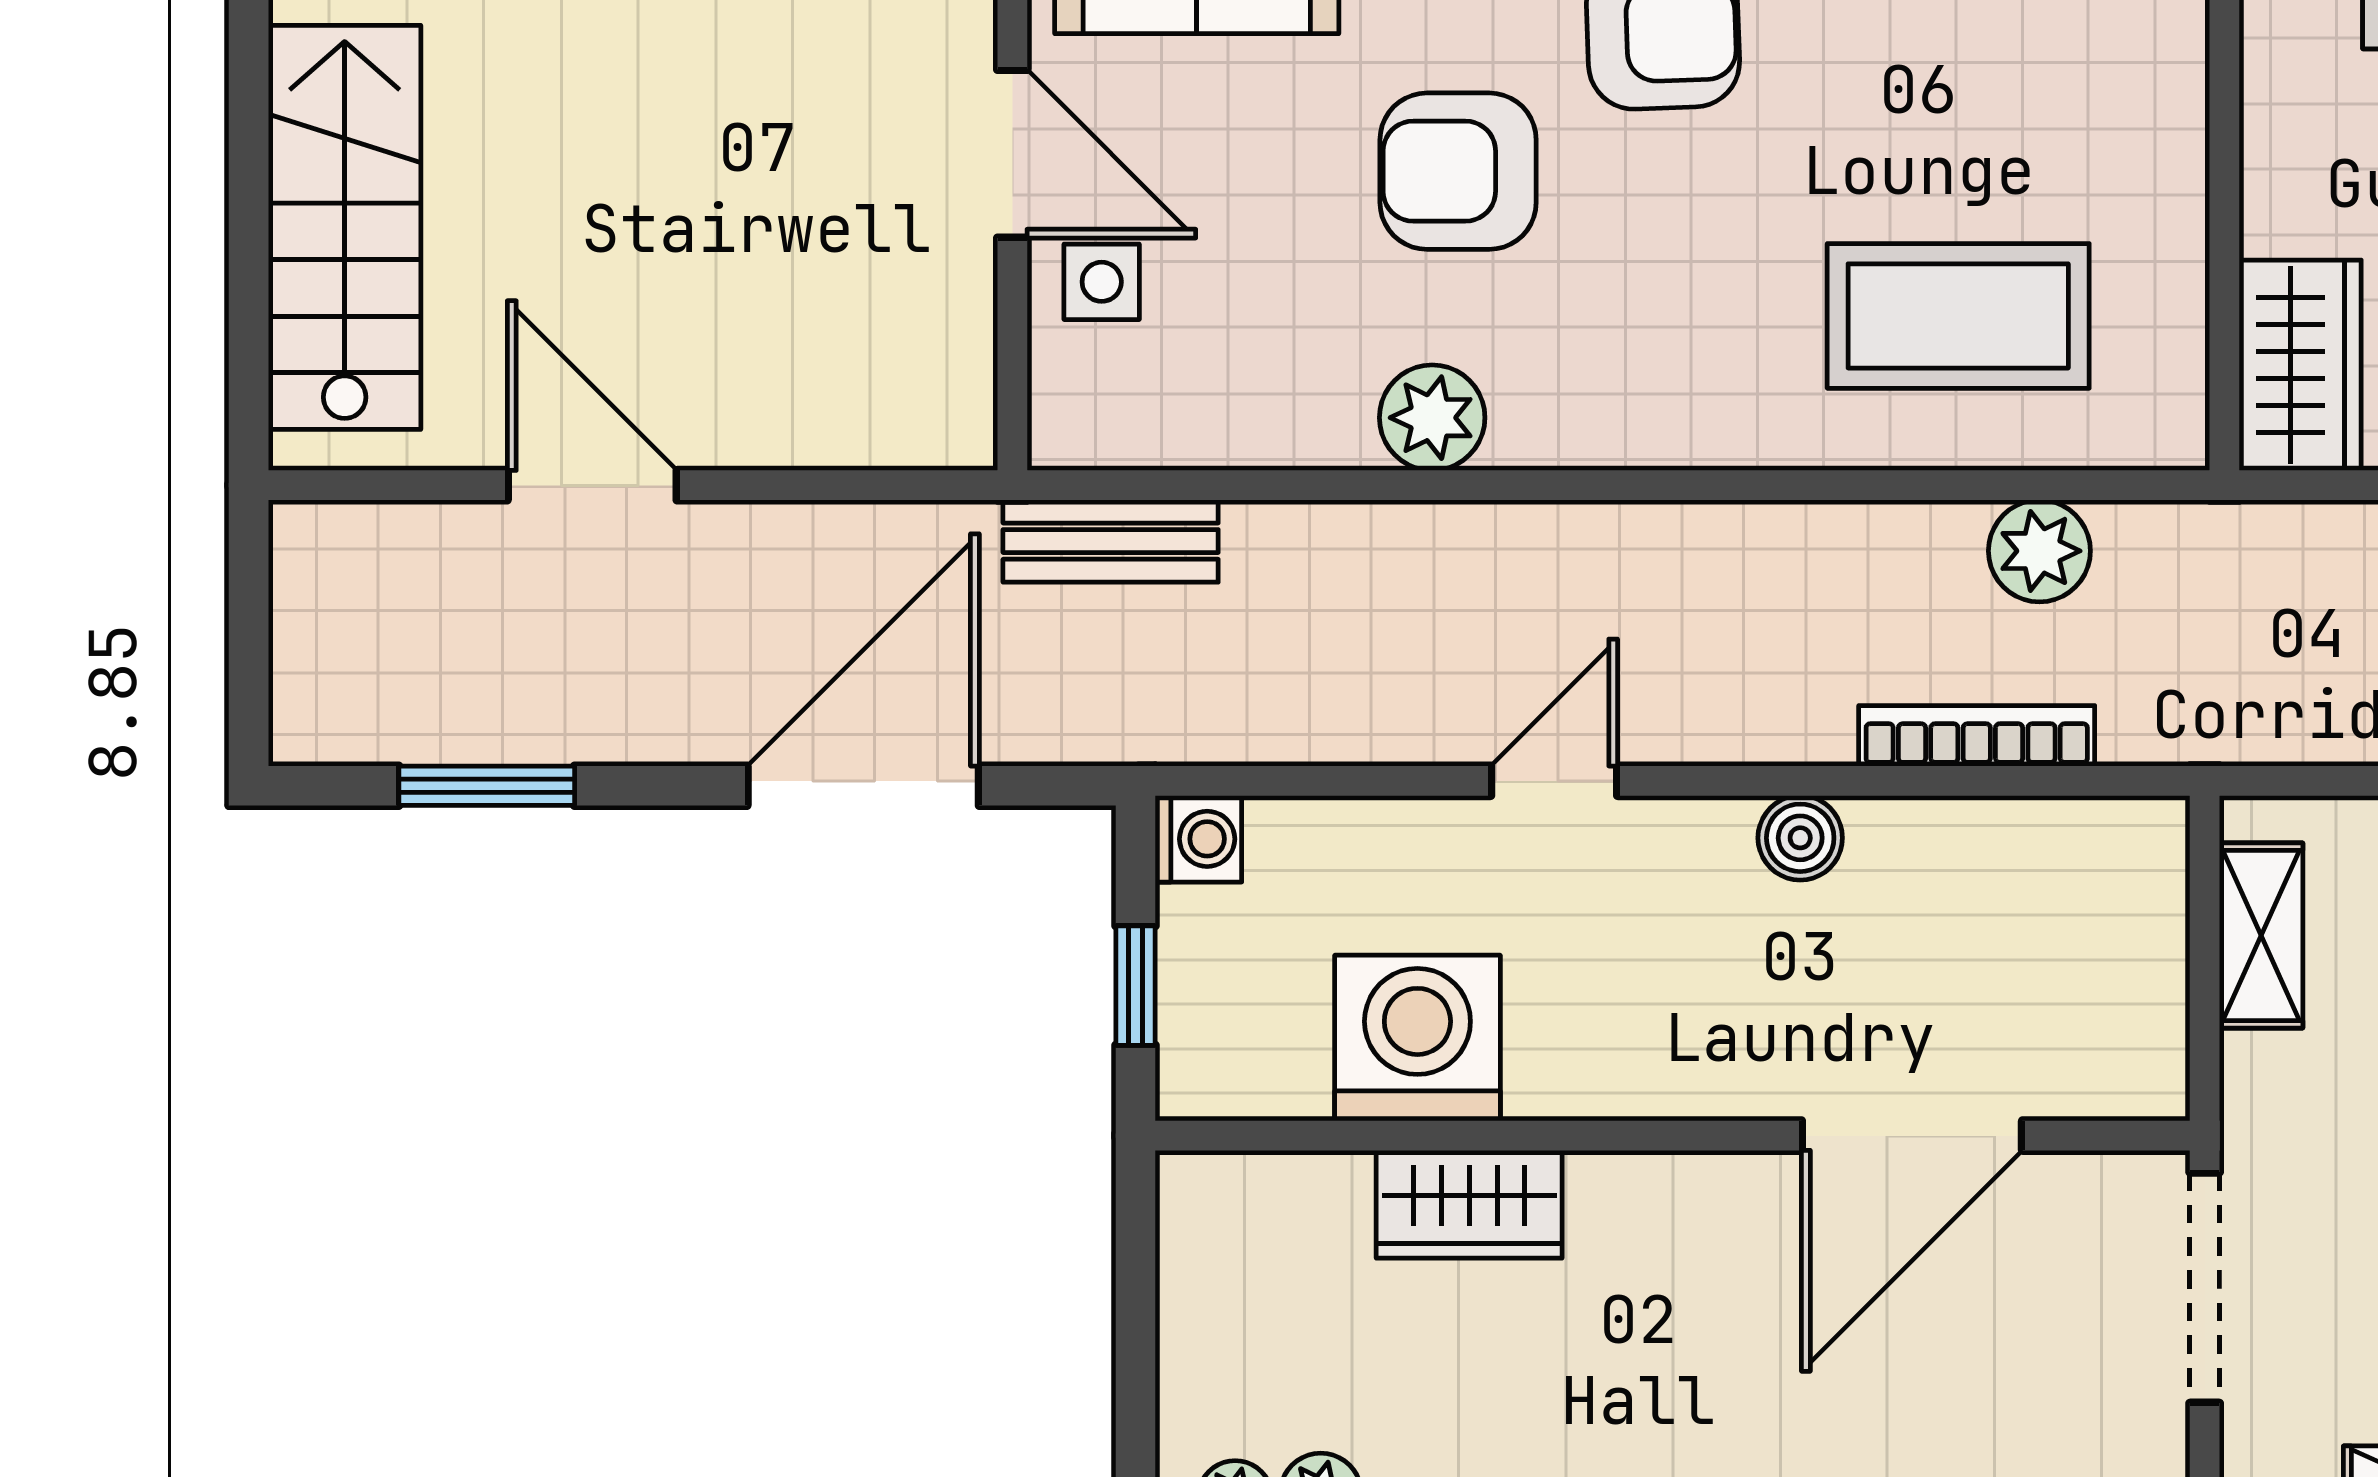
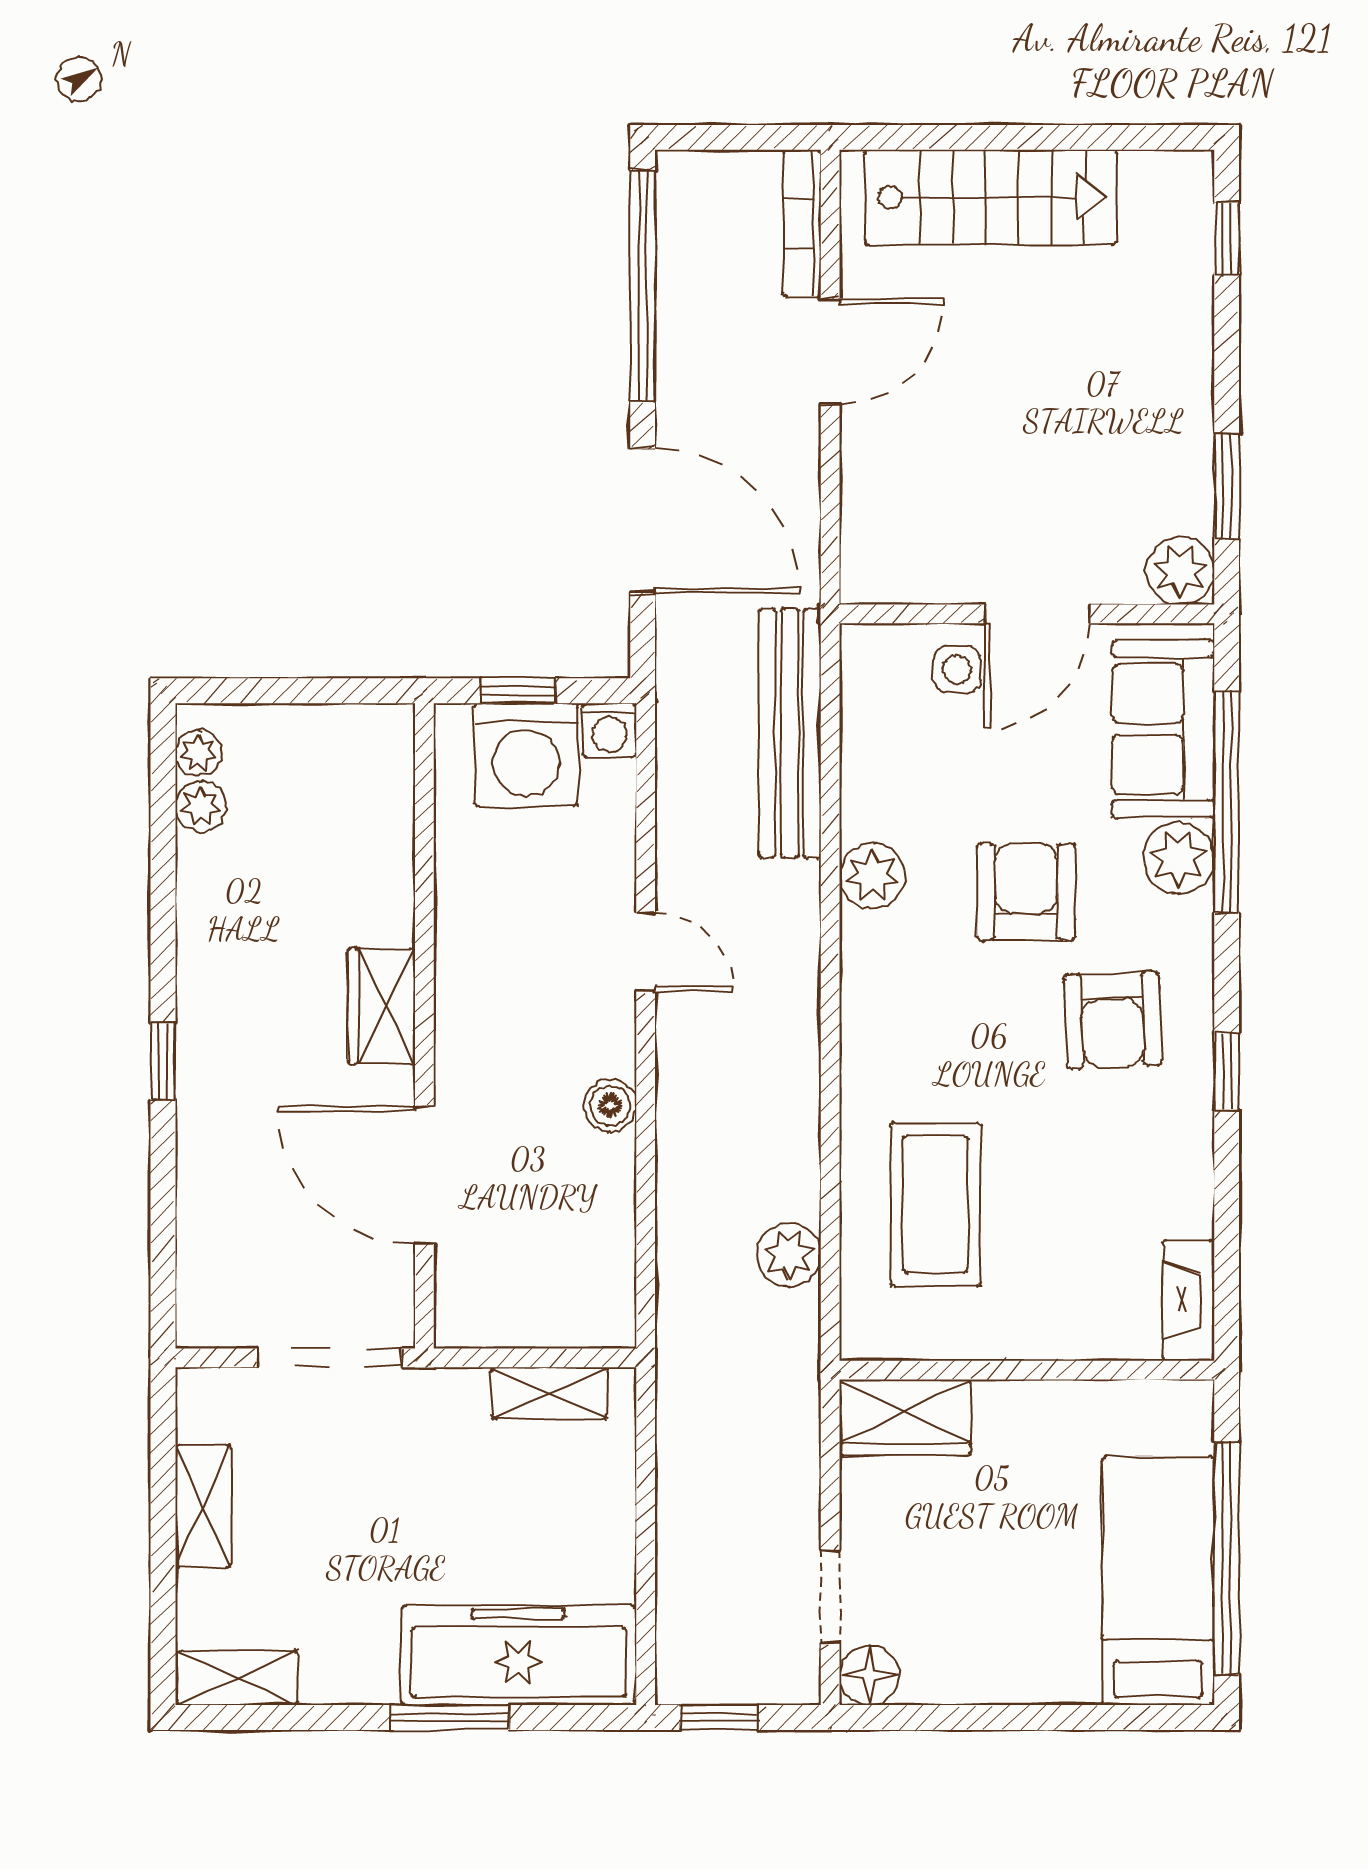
bench: (1111, 541) -> (790, 733), width x1.86, depth x1.21
bookcase: (1977, 736) -> (802, 223), moved, turned 180
window: (487, 786) -> (643, 286), width x2.11
washing machine: (1417, 1038) -> (526, 755), moved, turned 90
wardrobe: (1469, 1204) -> (381, 1006), moved

